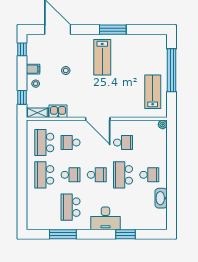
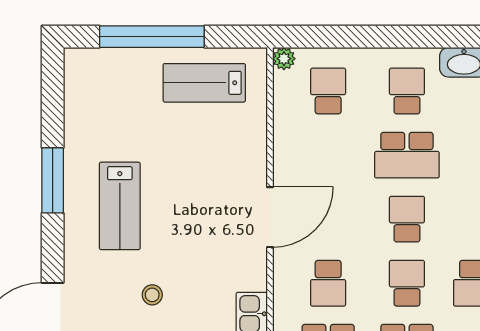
lab bench: (102, 57) -> (120, 206), turned 90
school desk: (123, 143) -> (328, 91), moved

